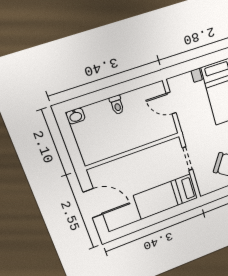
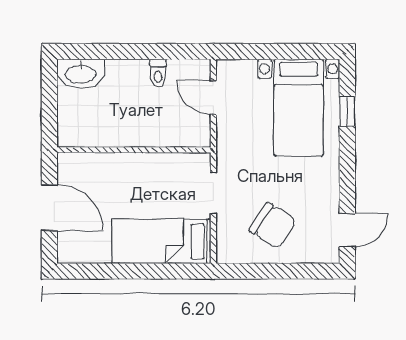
toilet: (117, 105) -> (158, 73), moved
washbasin: (75, 116) -> (81, 74), width x1.91, depth x1.45

